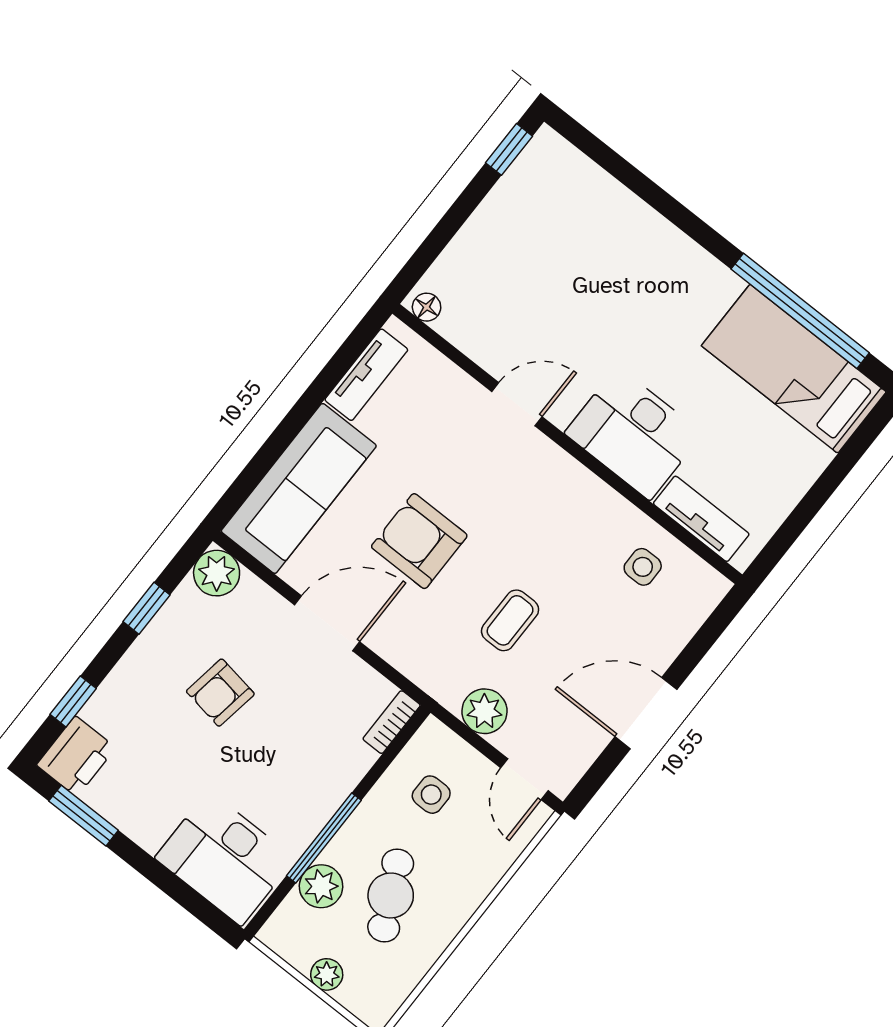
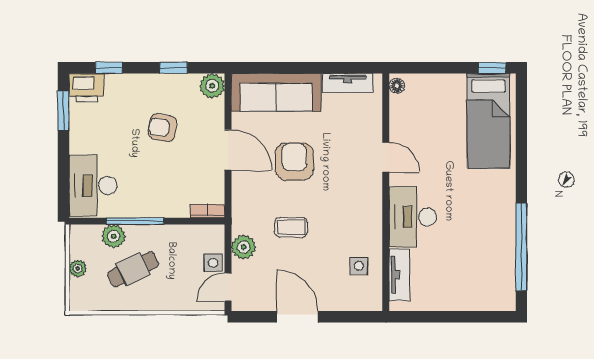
bed: (794, 369) -> (489, 121), moved, turned 180
side table: (431, 795) -> (213, 263), moved

